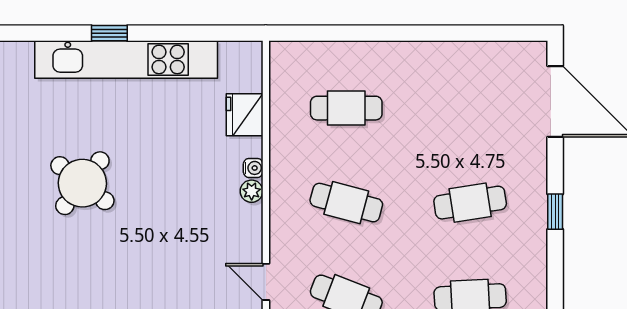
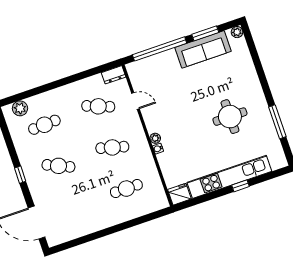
fridge: (245, 115) -> (180, 194), moved, turned -90
round table: (82, 183) -> (230, 117), turned -38
cafe table: (470, 203) -> (58, 166), turned 33

